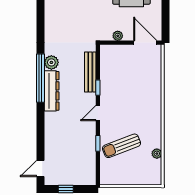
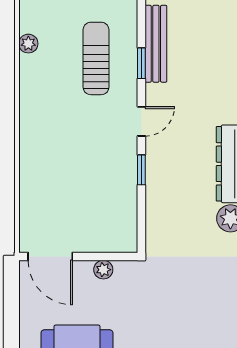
bench: (90, 72) -> (156, 44), moved
sun lounger: (122, 146) -> (96, 58), turned -69

